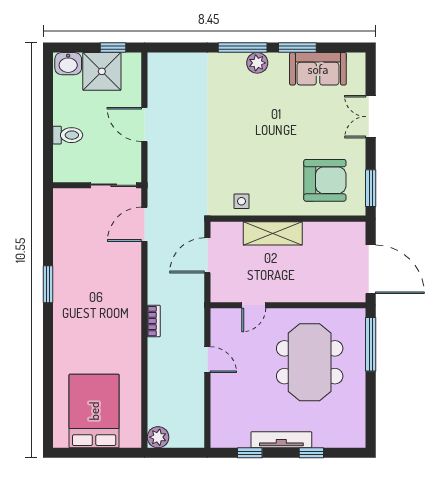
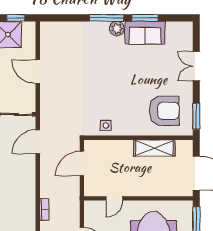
sofa: (318, 69) -> (145, 33), moved
shelving: (273, 233) -> (154, 148), moved

